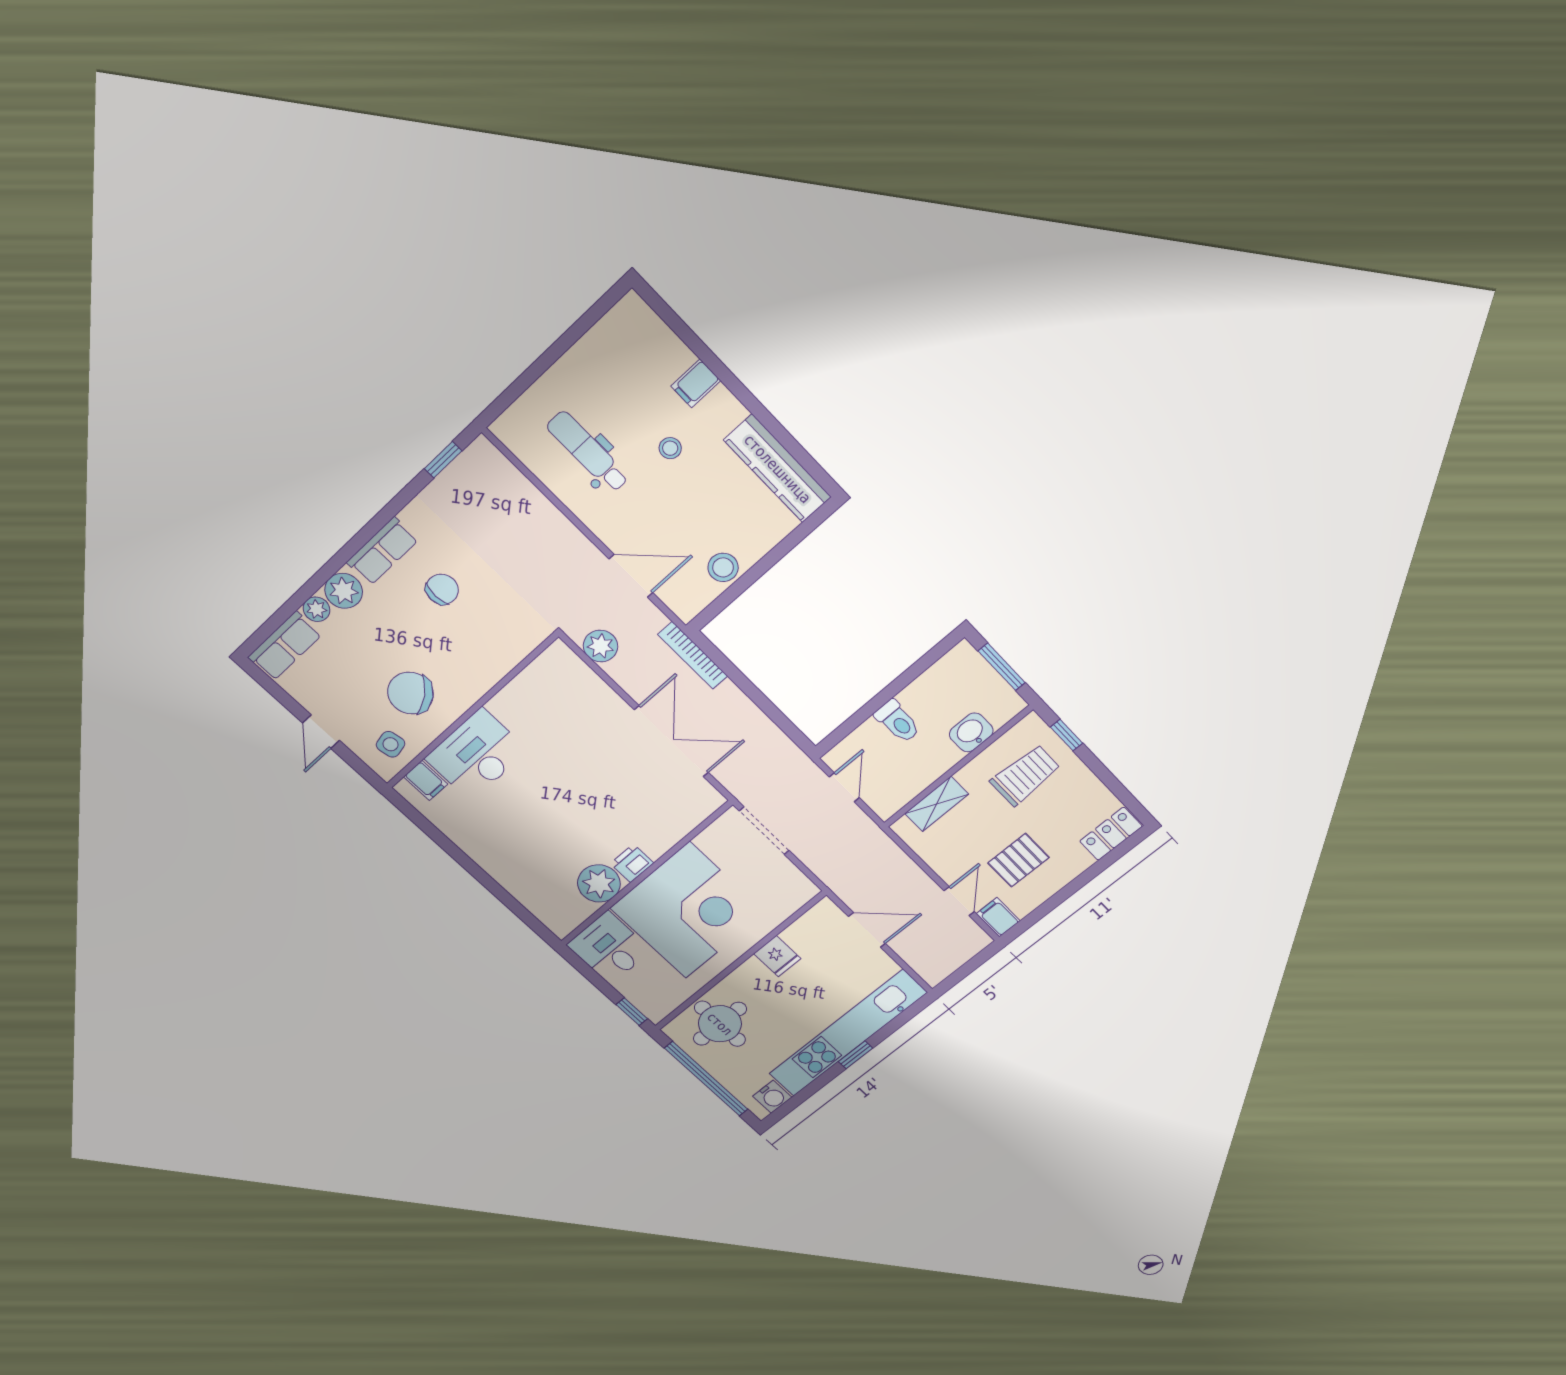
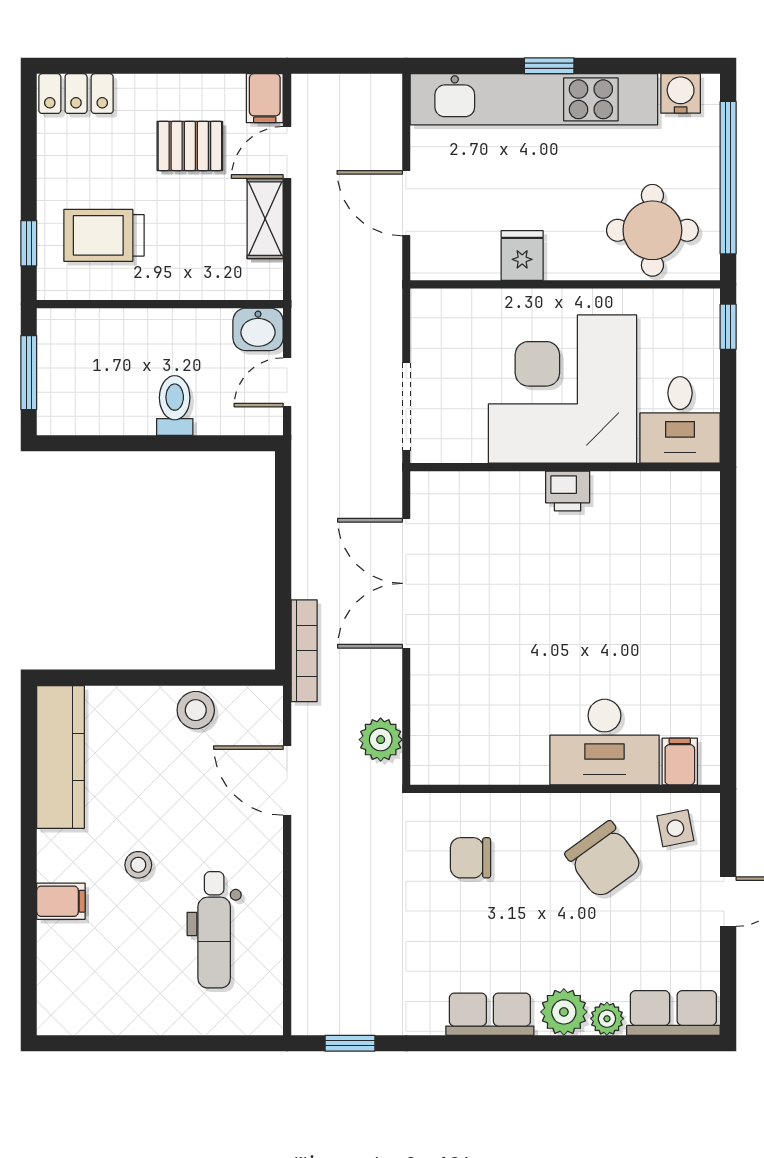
chair: (442, 589) -> (471, 858), moved
washbasin: (971, 732) -> (258, 329), moved
shelving: (937, 804) -> (265, 219), moved, turned 90
plant: (599, 883) -> (621, 499), removed

